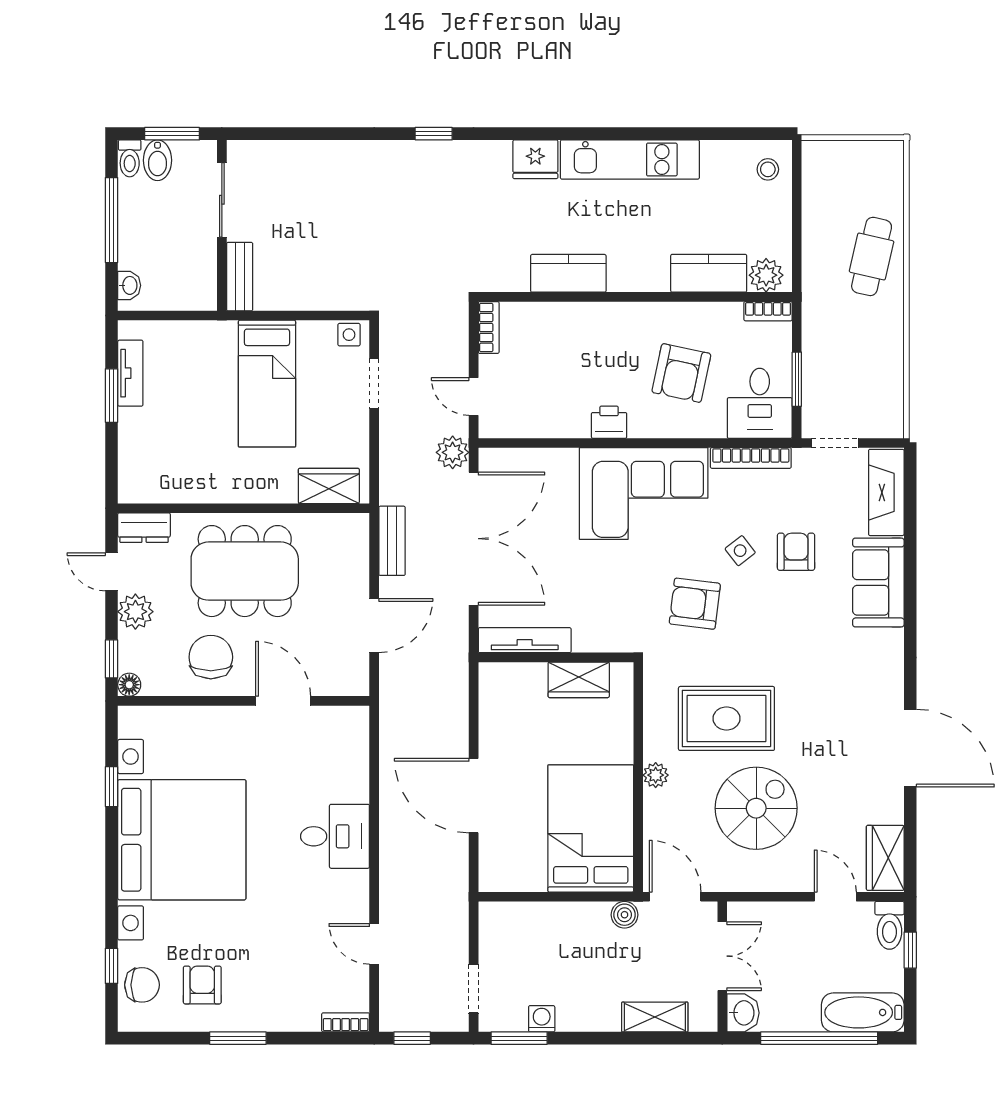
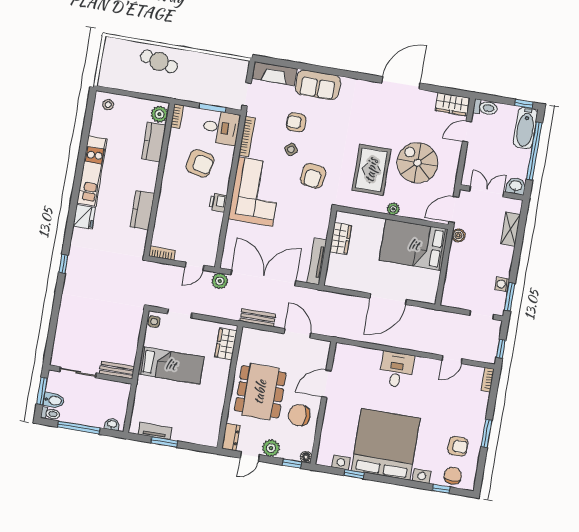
window: (910, 950) -> (524, 104), moved
armchair: (202, 985) -> (458, 446), turned 180

